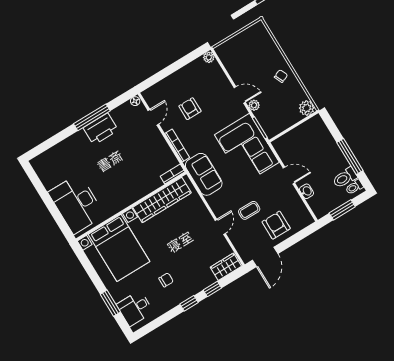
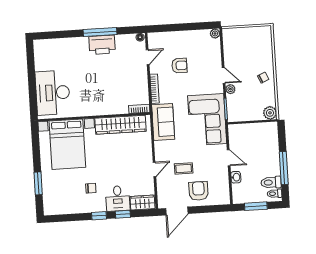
armchair: (190, 109) -> (179, 66), turned 90
desk: (135, 308) -> (118, 198), moved, turned -90

